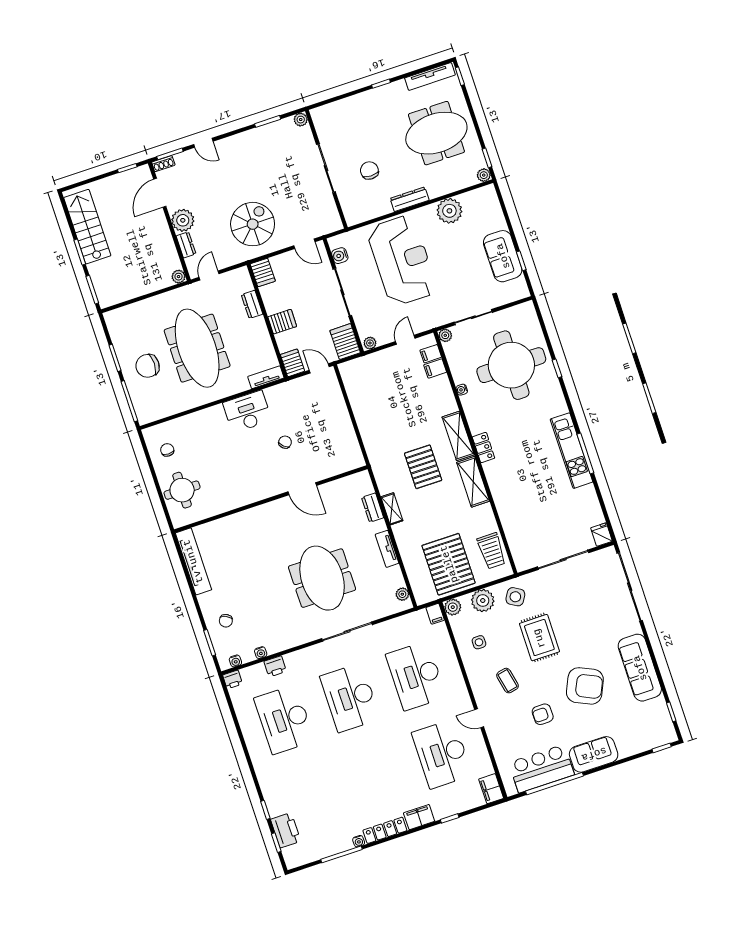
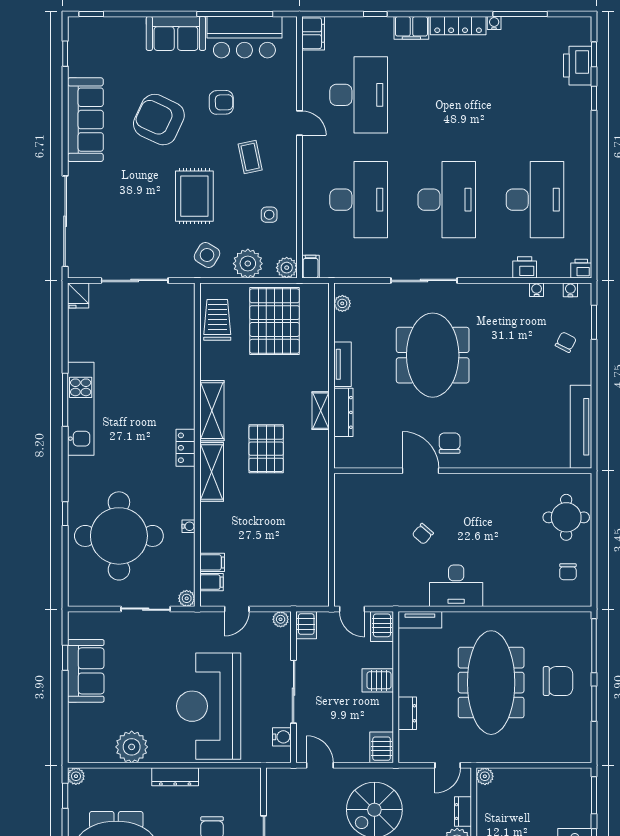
server rack: (345, 342) -> (306, 625), width x0.73, depth x0.70
dresser: (373, 508) -> (343, 412), width x1.44
chair: (288, 516) -> (450, 443), added

